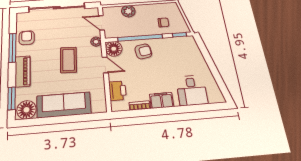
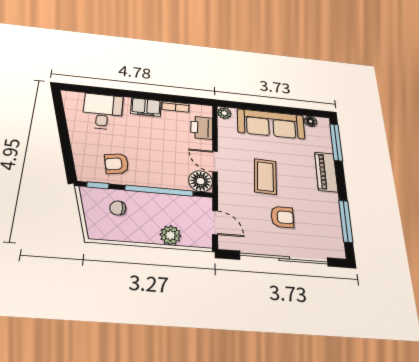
armchair: (27, 38) -> (282, 217), moved, turned -90
plant: (96, 42) -> (224, 113), moved
window: (12, 48) -> (346, 221), moved
armchair: (143, 51) -> (117, 164), moved
window: (12, 98) -> (336, 142), width x1.44
floor lamp: (26, 110) -> (311, 121), width x0.53, depth x0.53

